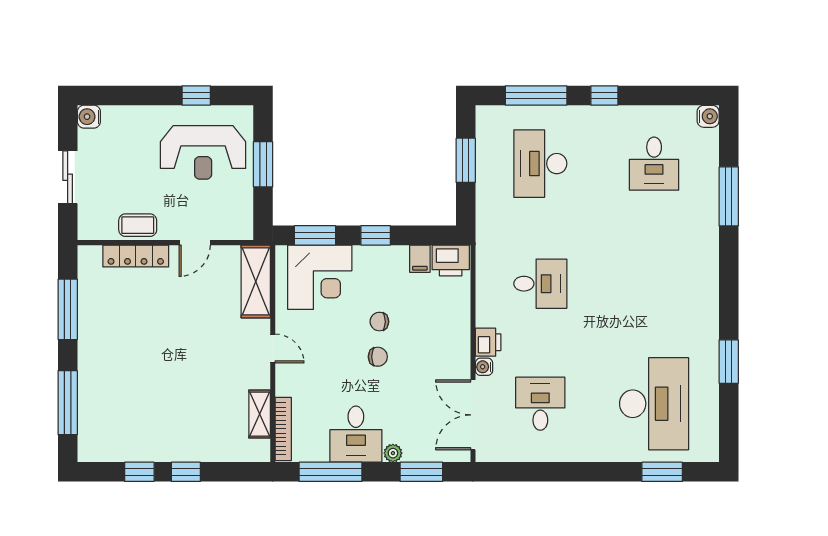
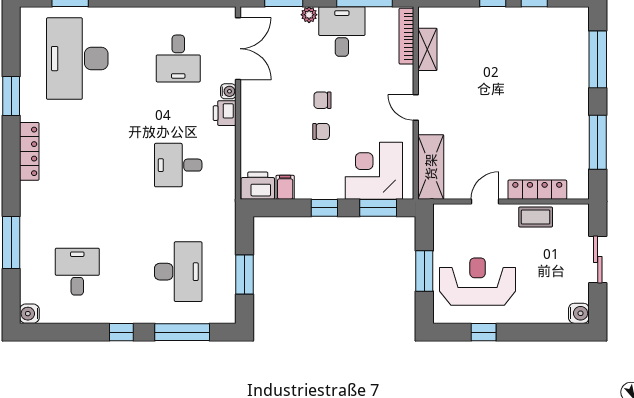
locker: (708, 299) -> (29, 151), added

